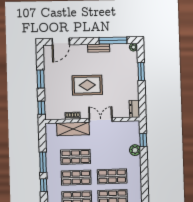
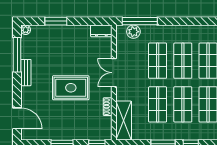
rug: (87, 85) -> (71, 88), turned 90
shelving: (73, 129) -> (124, 121), moved
window: (143, 140) -> (140, 21), width x2.17
plant: (135, 150) -> (133, 32), moved
shop shelf: (111, 156) -> (158, 61), added

